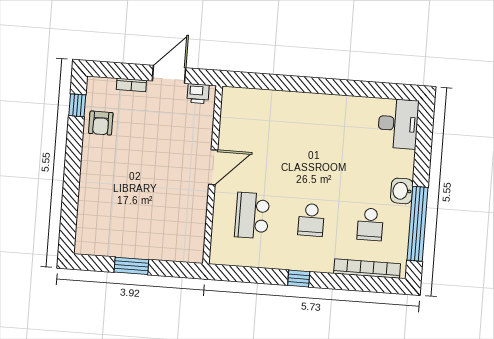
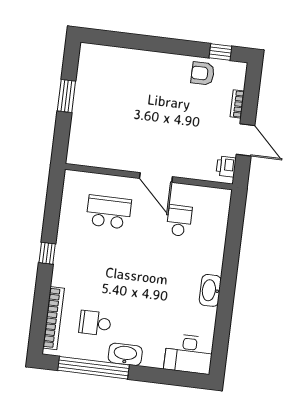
washbasin: (330, 104) -> (210, 290), added
washbasin: (402, 191) -> (125, 354), width x1.38
school desk: (311, 220) -> (179, 221), moved, turned 90

